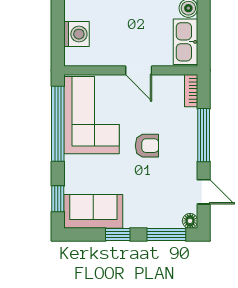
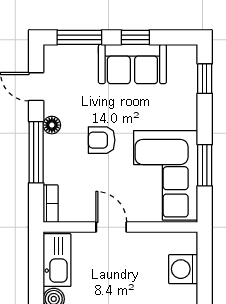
window: (58, 124) -> (205, 165), width x0.47
sofa: (93, 211) -> (132, 64), moved
floor lamp: (190, 221) -> (52, 125), moved

